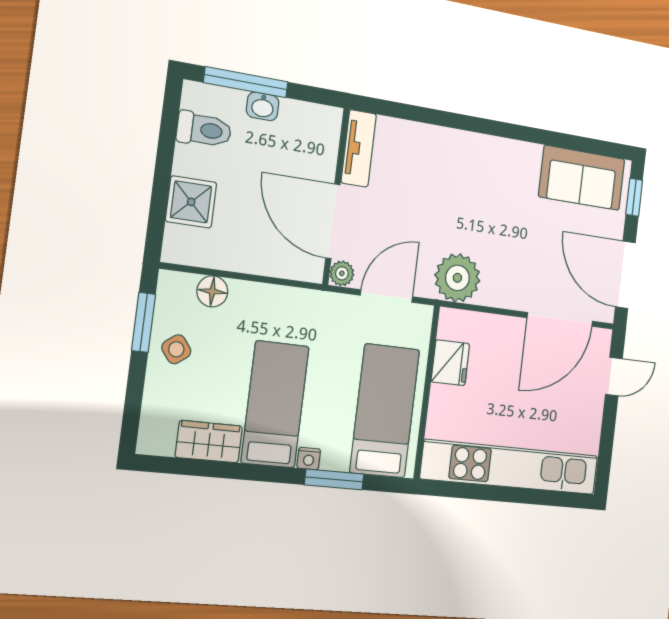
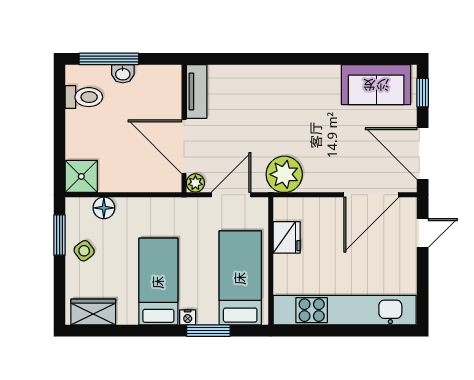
shower: (191, 202) -> (81, 176), moved
wardrobe: (209, 442) -> (93, 312), moved

